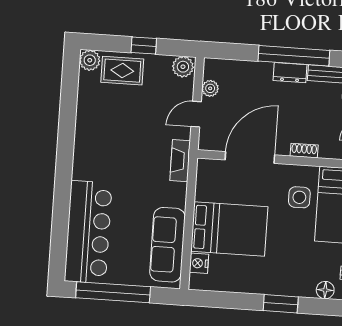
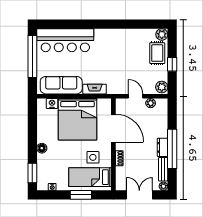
fireplace: (180, 161) -> (95, 89), moved
bed: (229, 229) -> (78, 119), width x1.36
floor lamp: (325, 290) -> (42, 148), moved
window: (281, 304) -> (32, 173), moved

